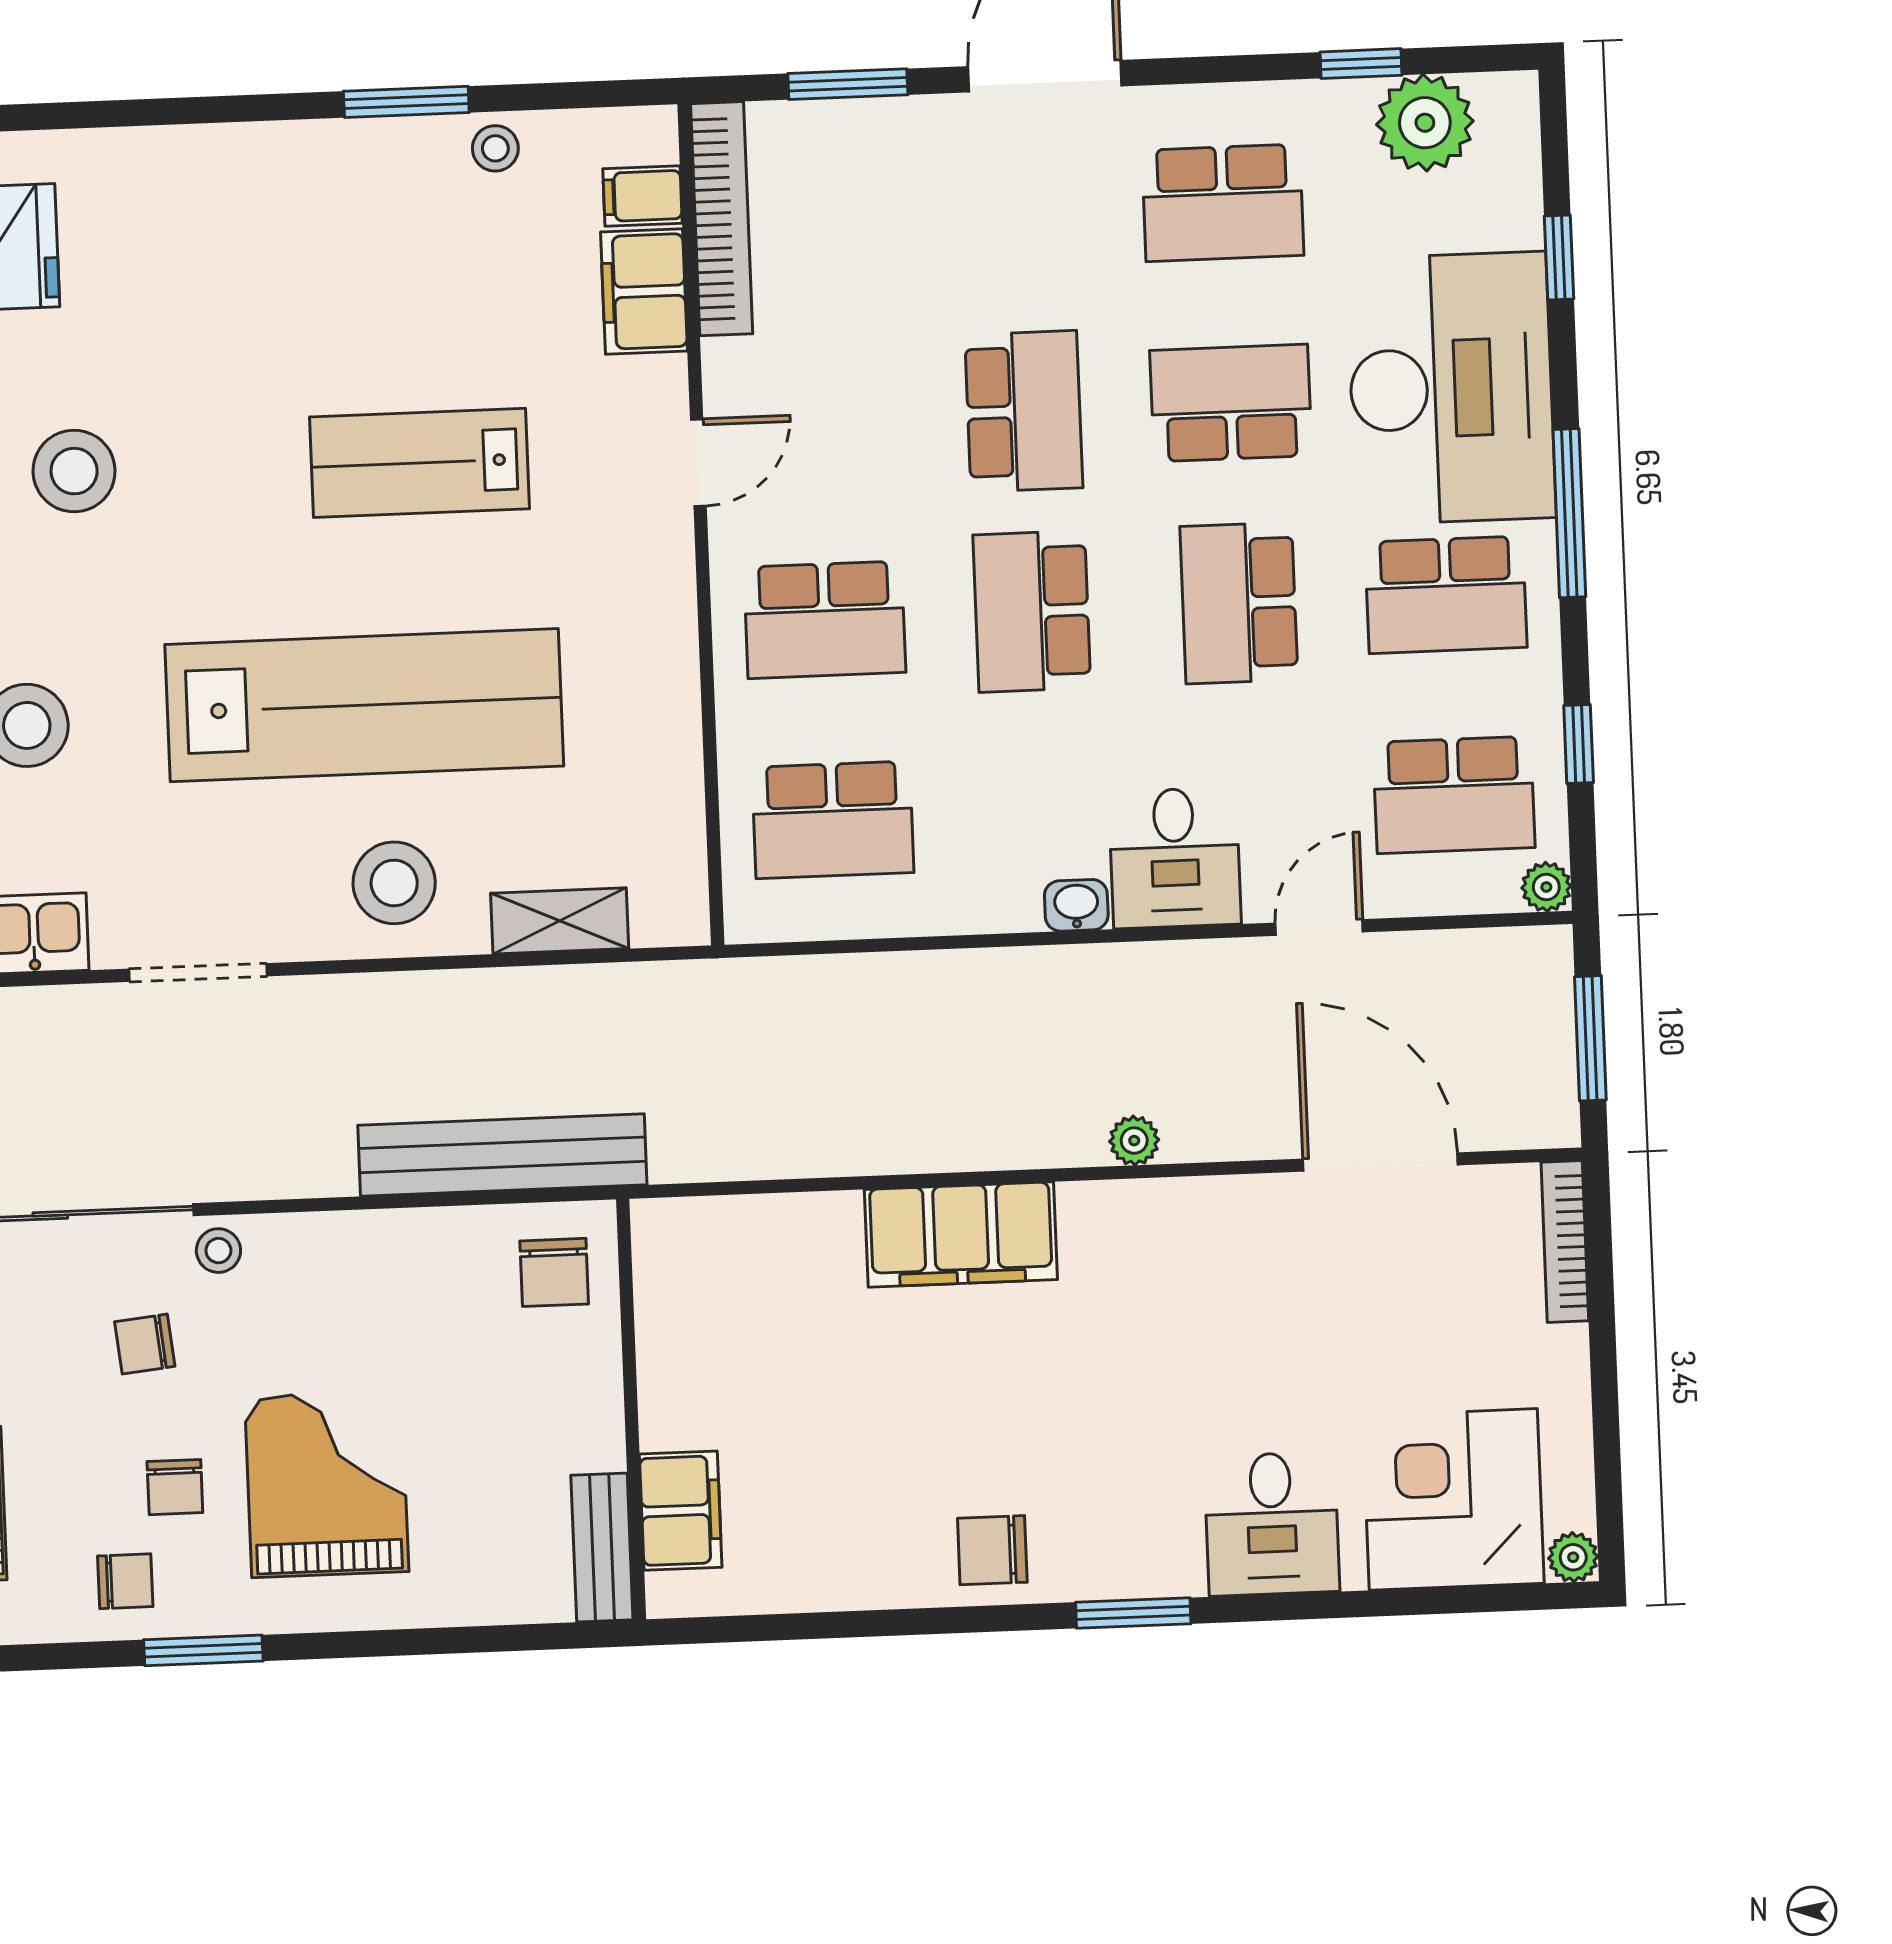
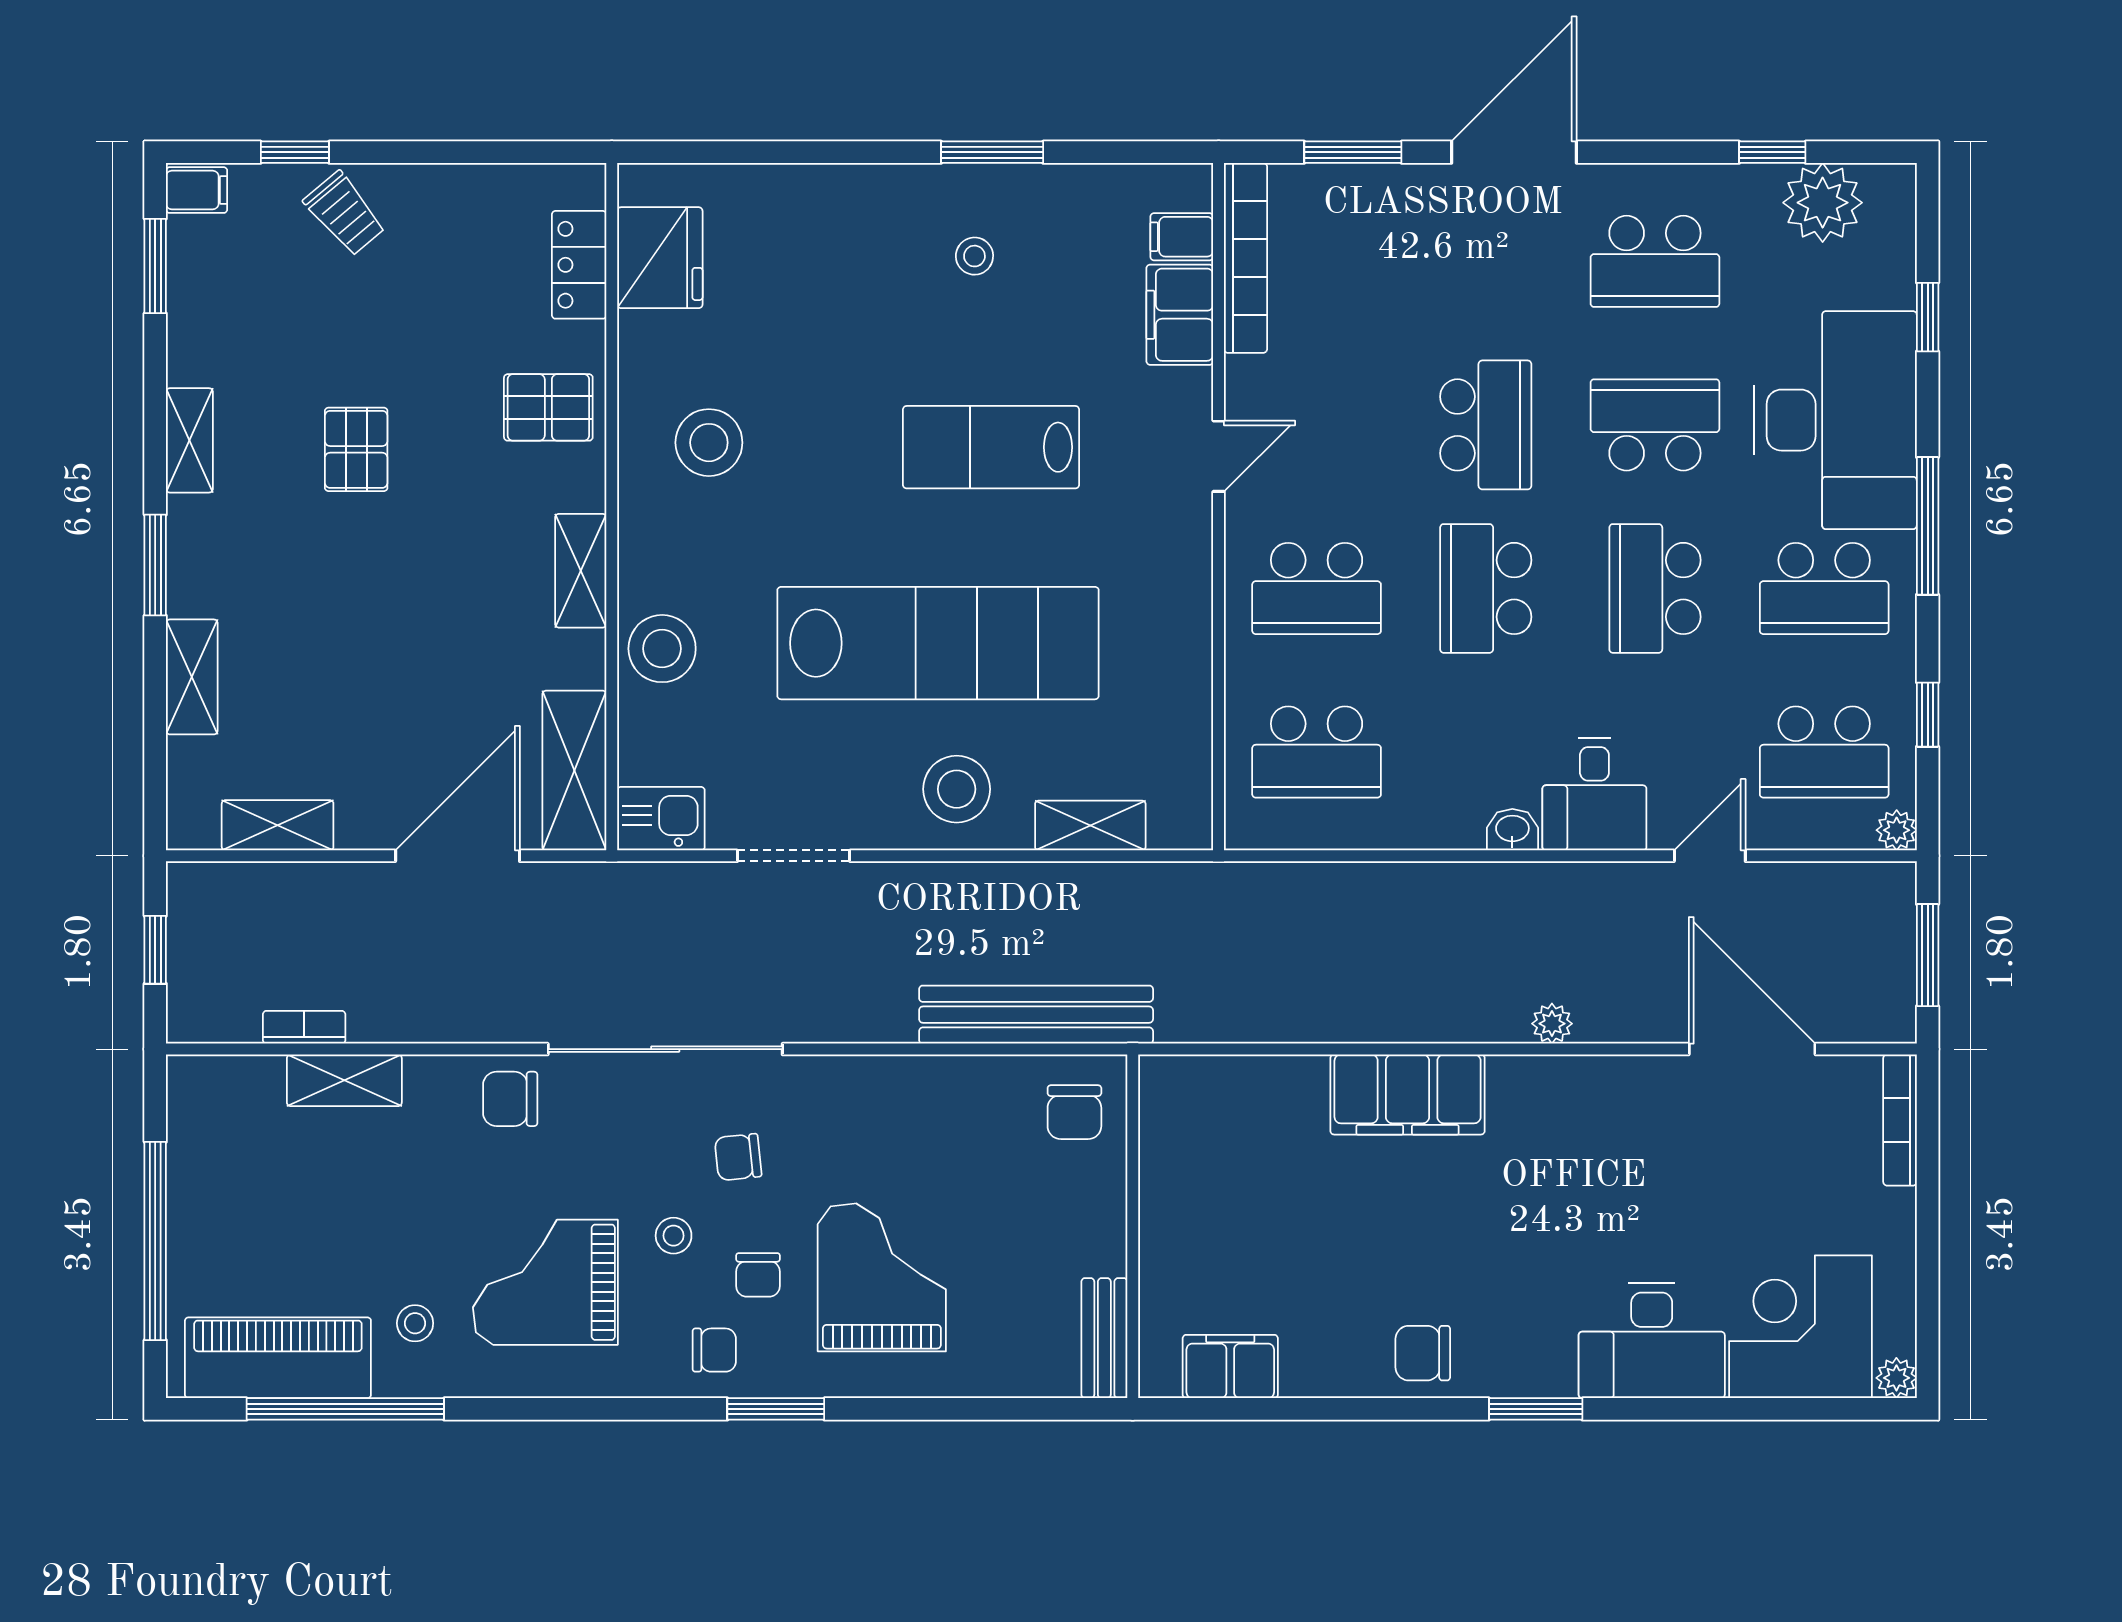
stool: (495, 148) -> (974, 256), moved
stool: (218, 1251) -> (674, 1236), moved
filing cabinet: (681, 1511) -> (1230, 1366), moved, turned -90
desk: (1272, 1524) -> (1652, 1341), width x1.37

